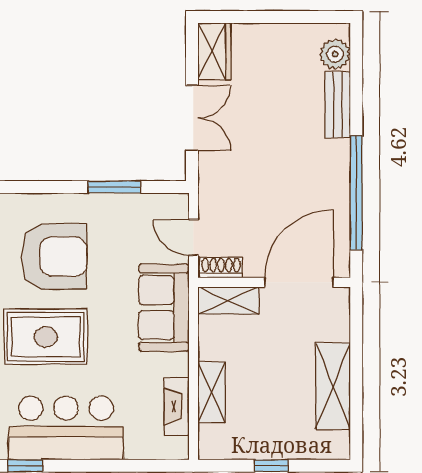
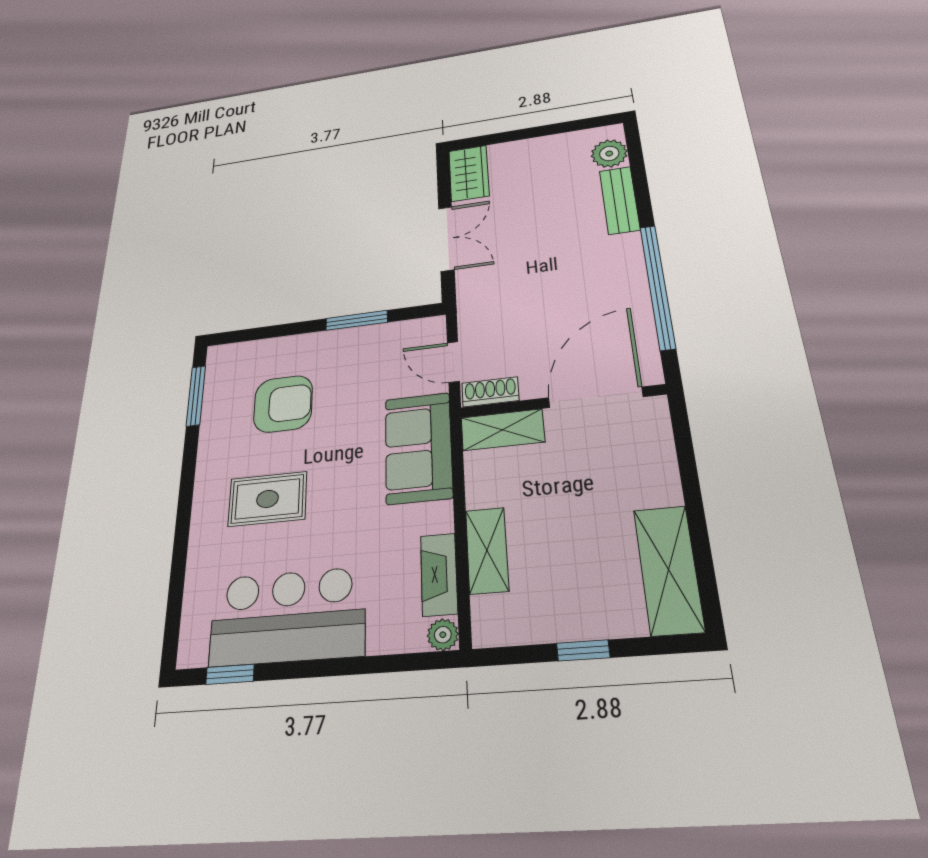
armchair: (54, 257) -> (283, 404), width x0.73, depth x0.73
rug: (46, 337) -> (267, 499), width x0.73, depth x0.70
shelving: (333, 386) -> (669, 570), moved
plant: (178, 449) -> (443, 635), added

